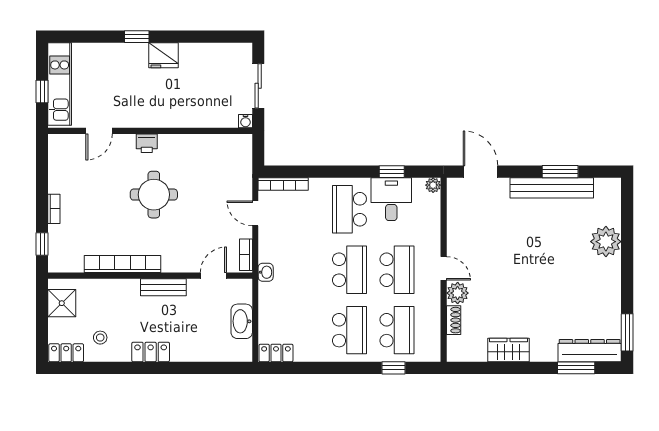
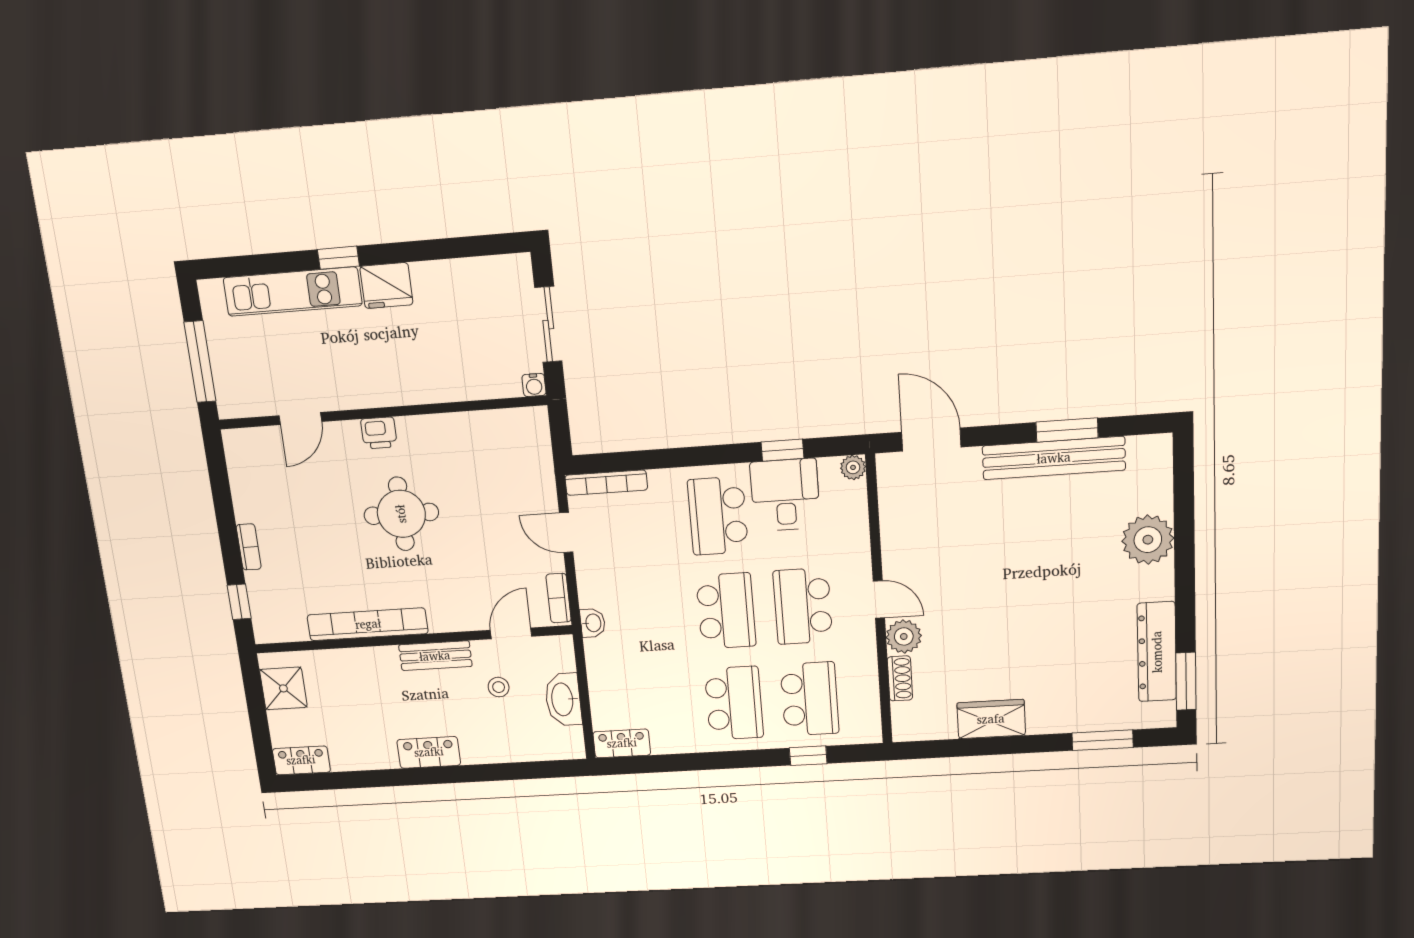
kitchen unit: (60, 84) -> (293, 292), moved, turned 90
window: (42, 92) -> (200, 362), width x2.17
school desk: (397, 270) -> (803, 606), turned 180
stool: (100, 338) -> (499, 687), moved
dresser: (590, 351) -> (1157, 652), moved, turned -90

